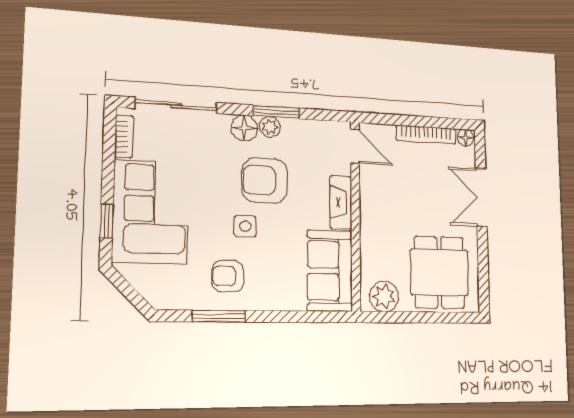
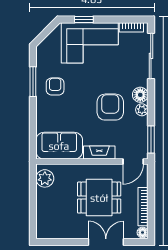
window: (276, 112) -> (151, 140), moved
side table: (245, 226) -> (83, 96), removed
dining table: (439, 272) -> (99, 198), moved

